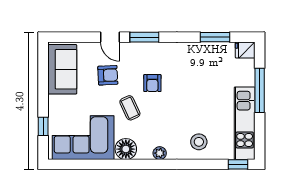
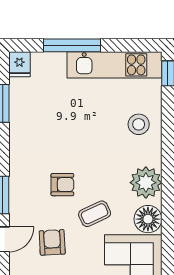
plant: (160, 153) -> (146, 183), width x1.88, depth x1.88

